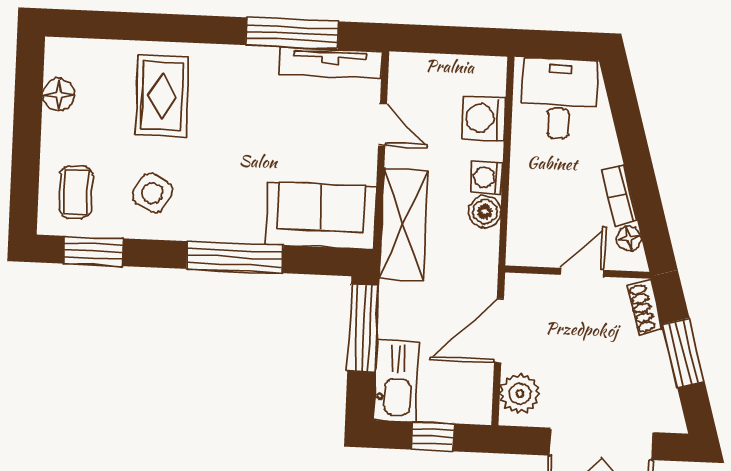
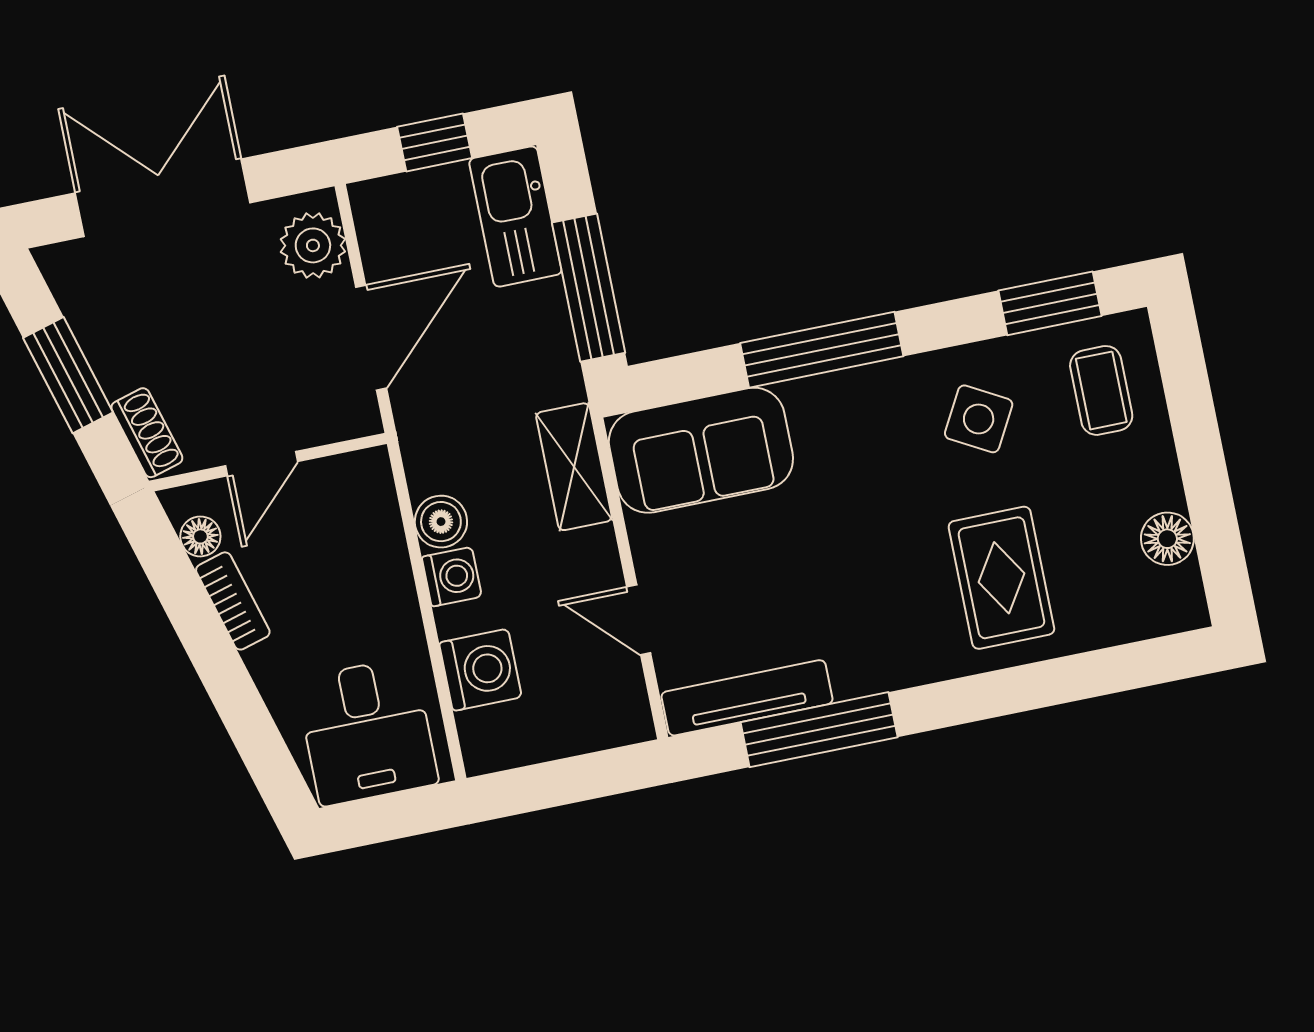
shelving: (404, 225) -> (574, 467), width x0.67, depth x0.75

